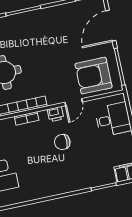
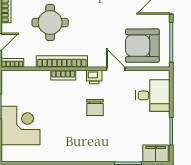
door: (74, 102) -> (116, 69), swing flipped
chair: (62, 142) -> (95, 108), turned -90

